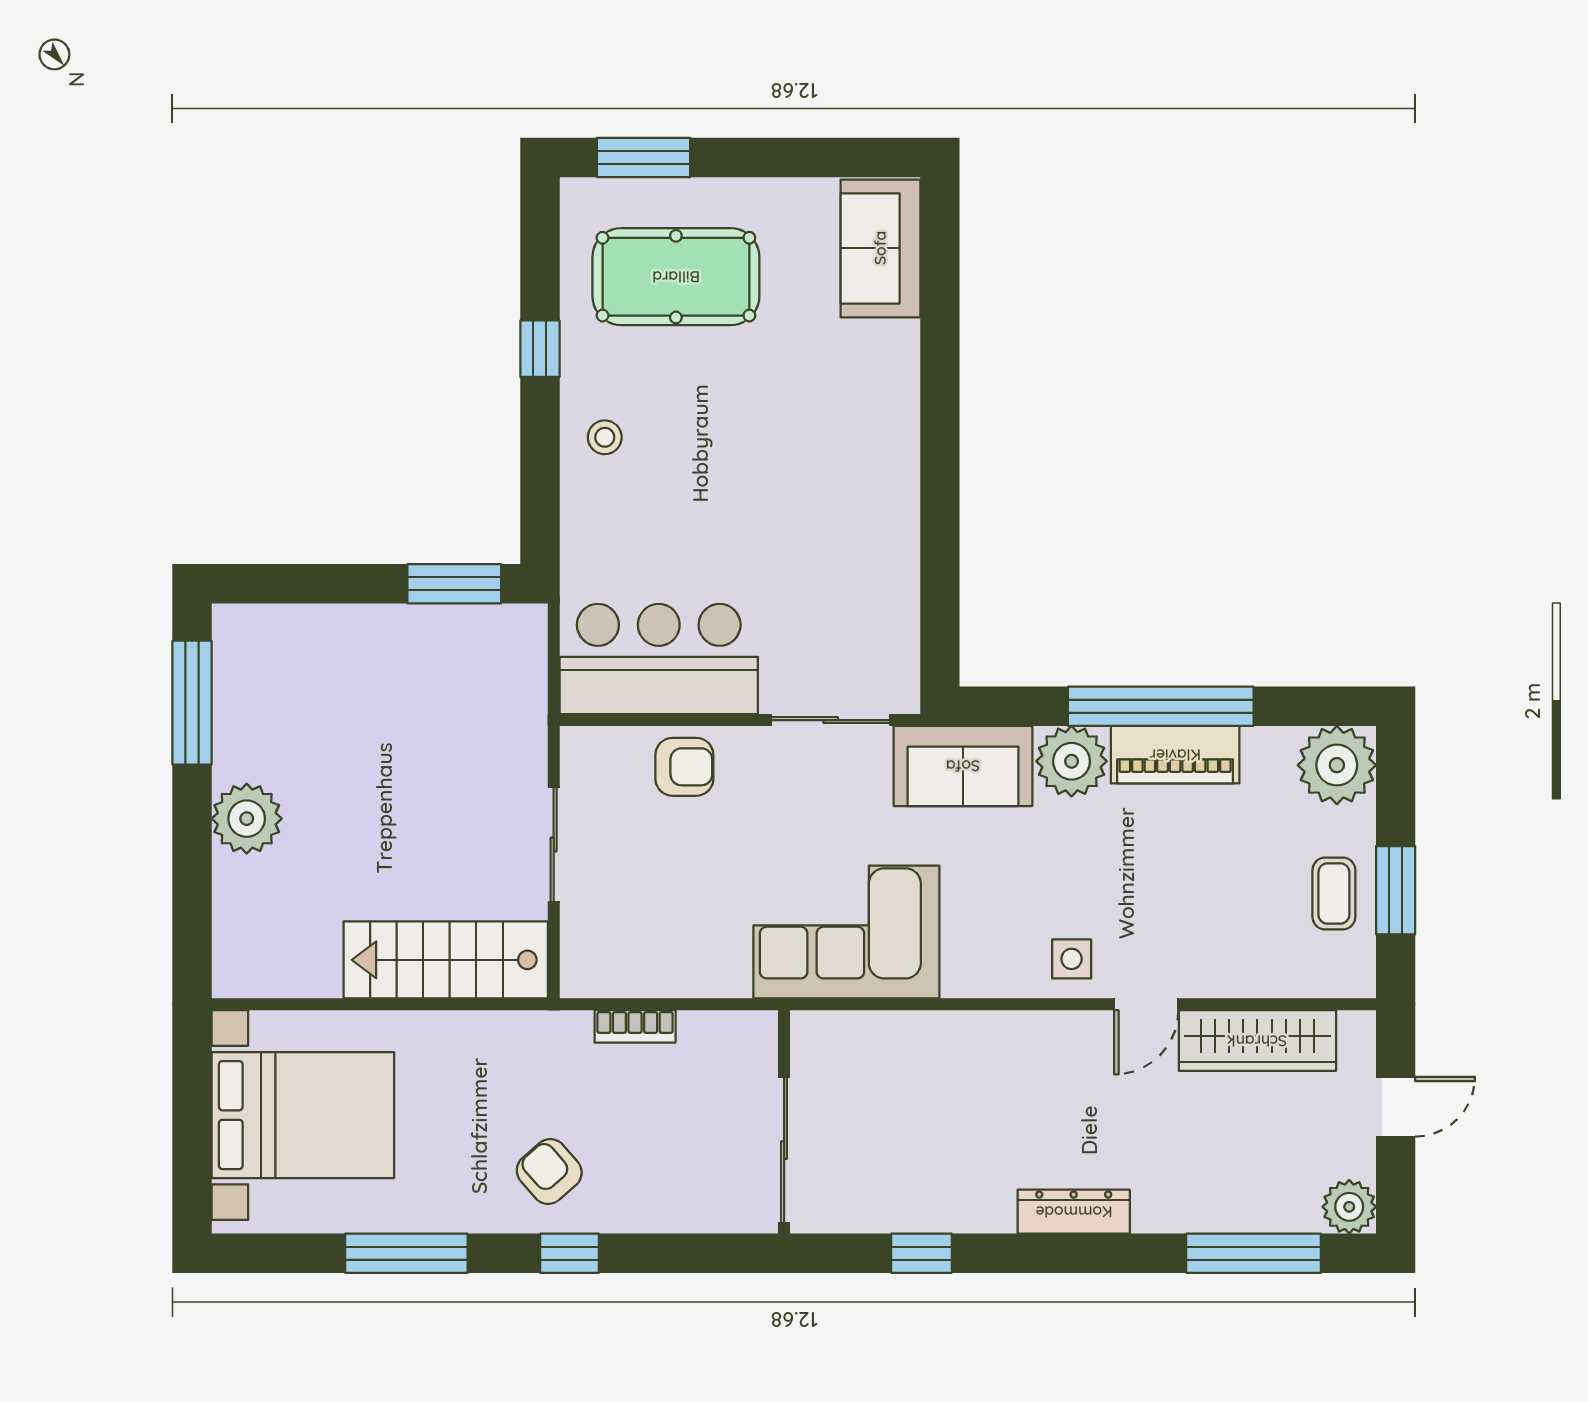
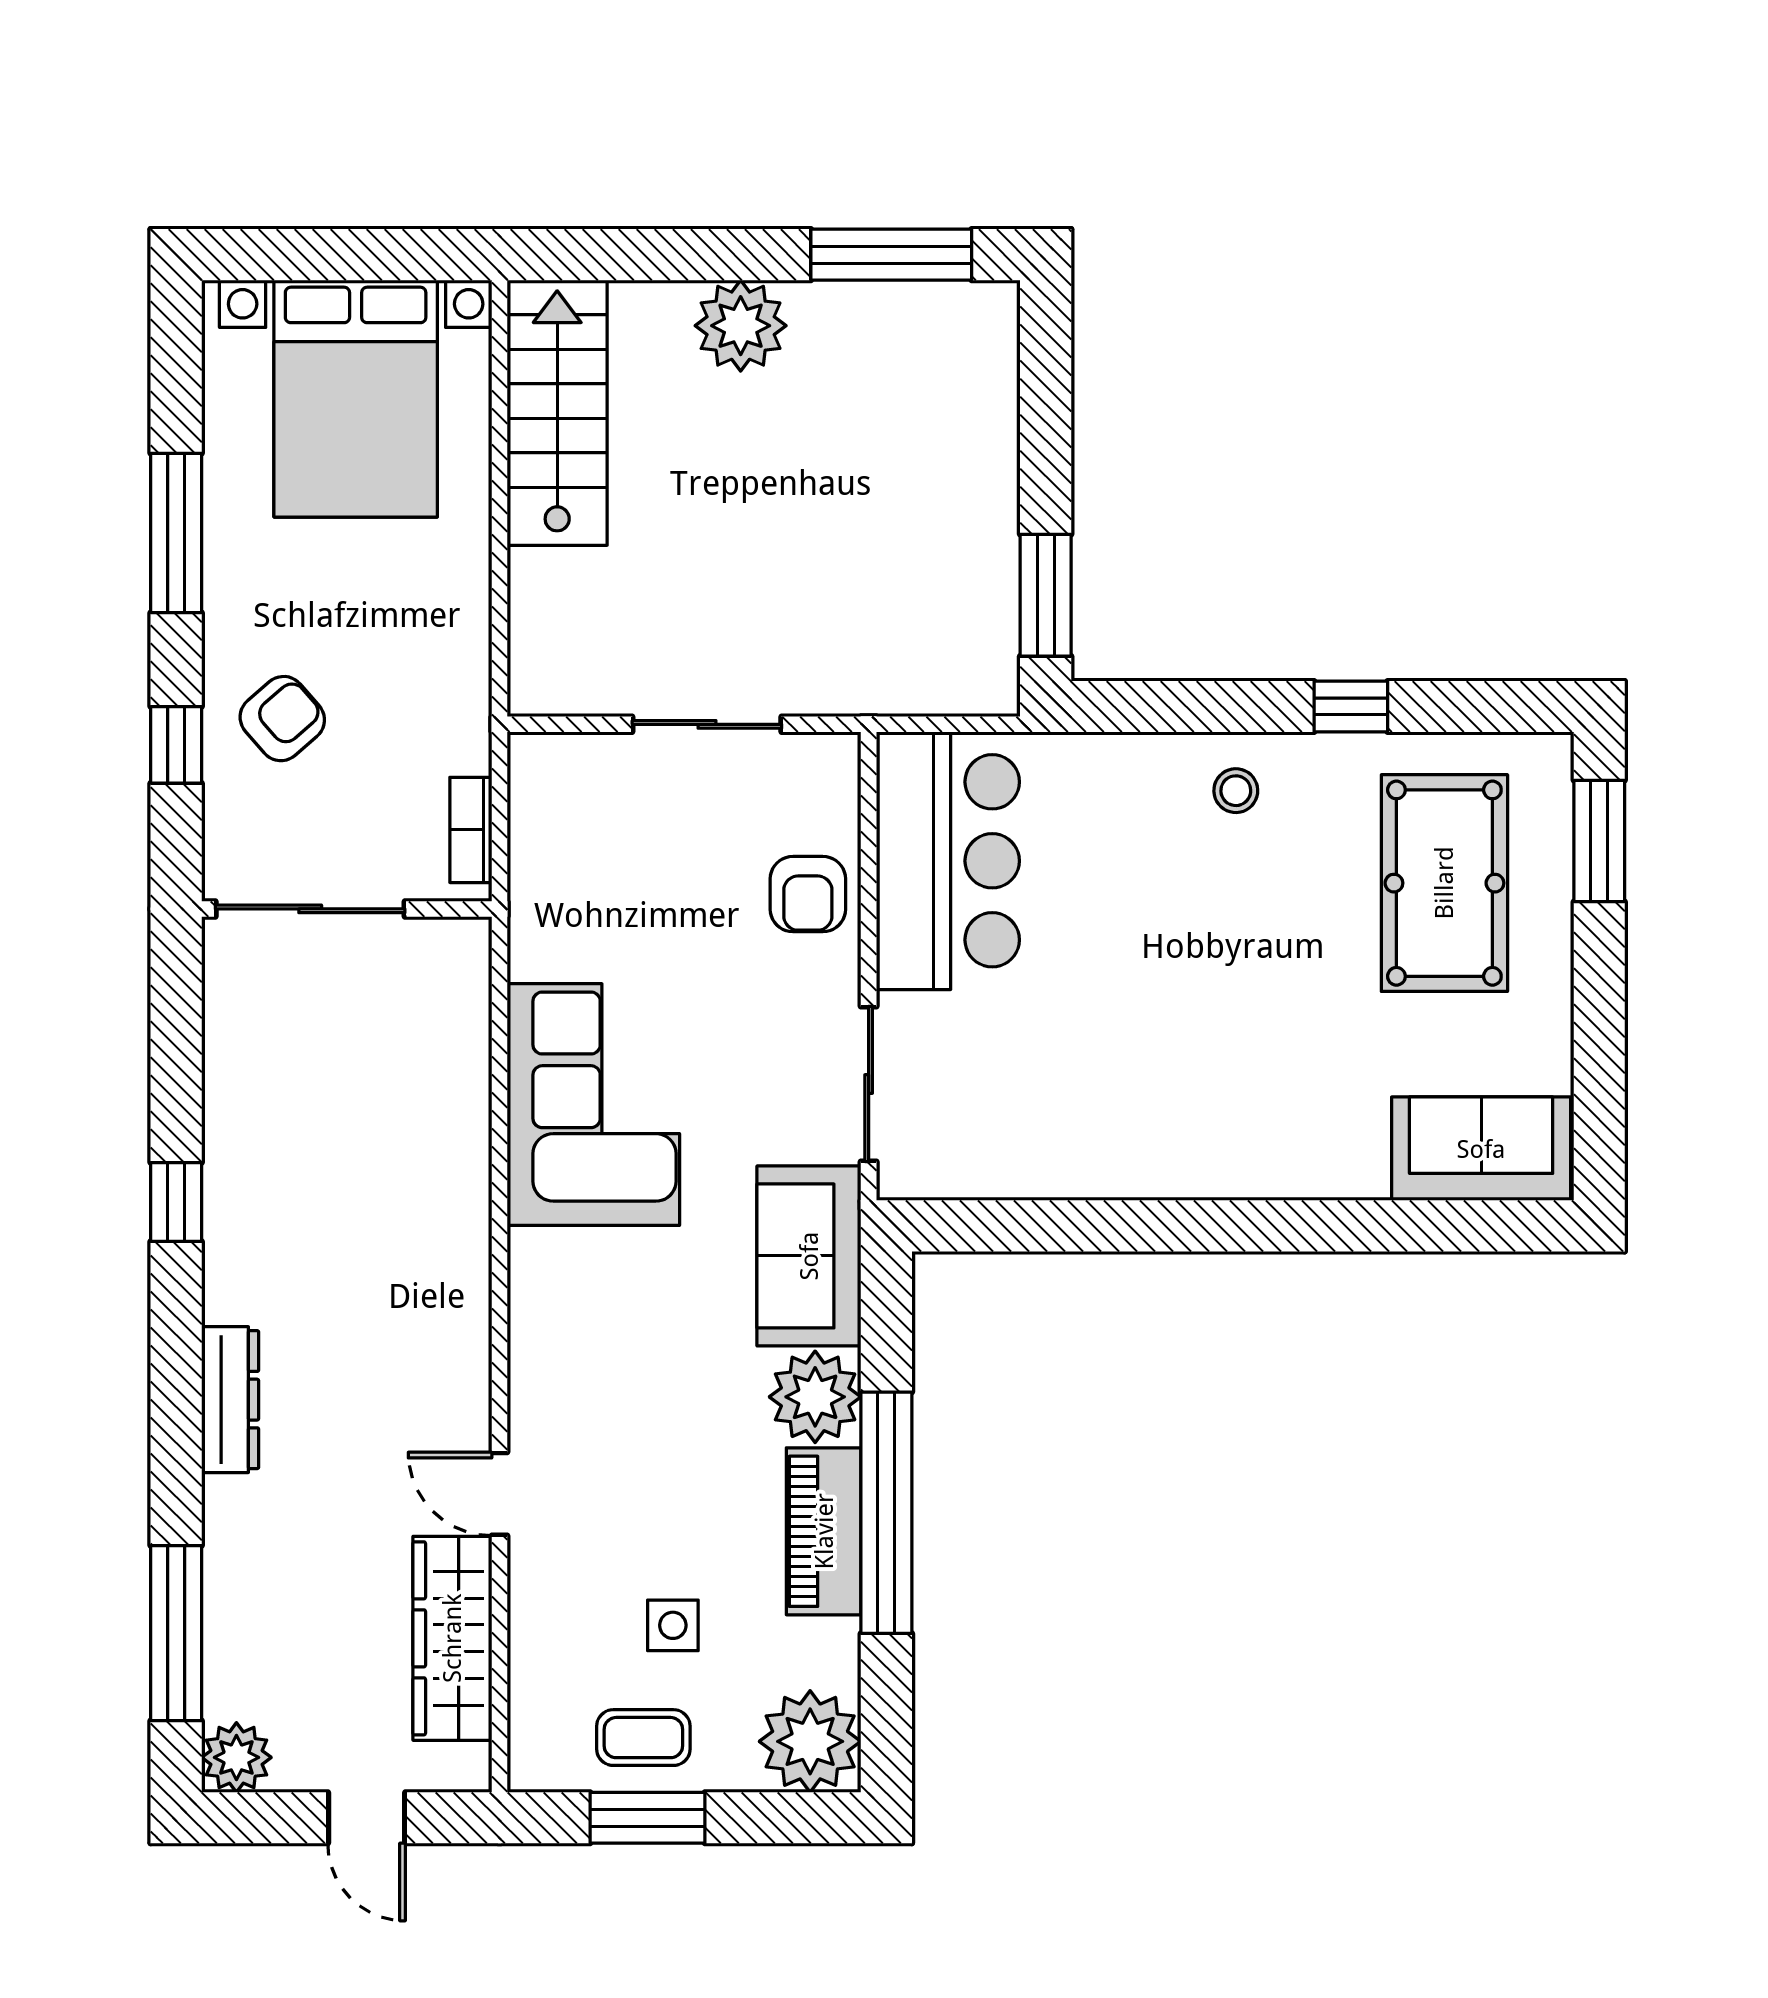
side table: (1072, 959) -> (673, 1625), moved
stairs: (446, 960) -> (557, 413), moved
wall: (784, 1122) -> (347, 909), moved
sliding door: (784, 1150) -> (310, 909), moved

